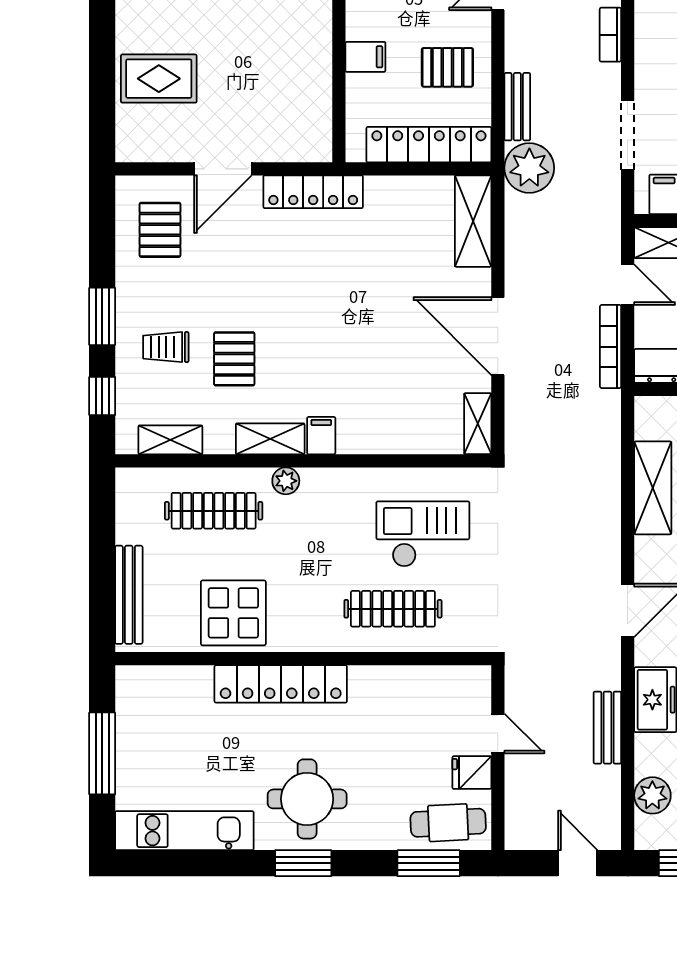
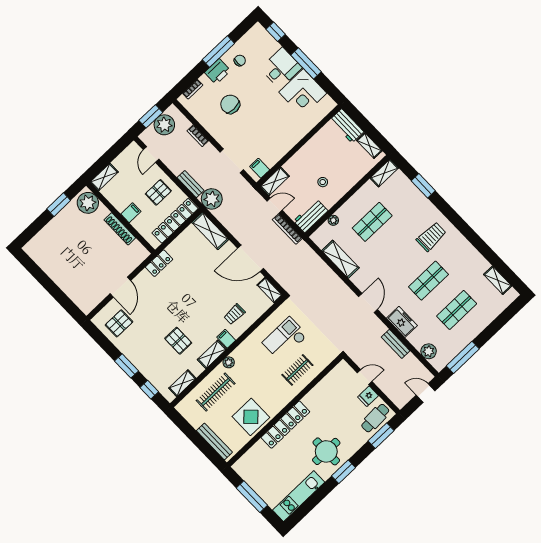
shoe rack: (319, 67) -> (120, 229), added
rug: (159, 79) -> (75, 278), removed
locker: (313, 192) -> (159, 263), width x0.66
pallet: (160, 230) -> (119, 323), turned 90
trolley: (166, 347) -> (234, 314), moved
clothes rail: (393, 609) -> (297, 370), width x0.73

